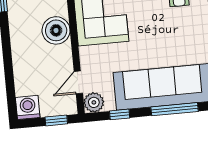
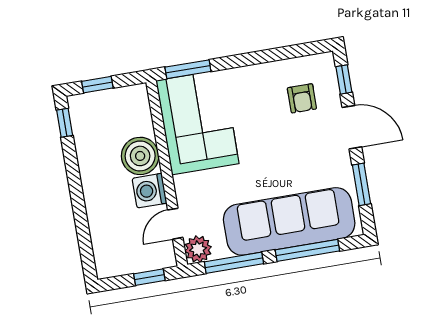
washing machine: (28, 107) -> (150, 191), moved, turned -90
window: (120, 114) -> (234, 263), width x2.17

